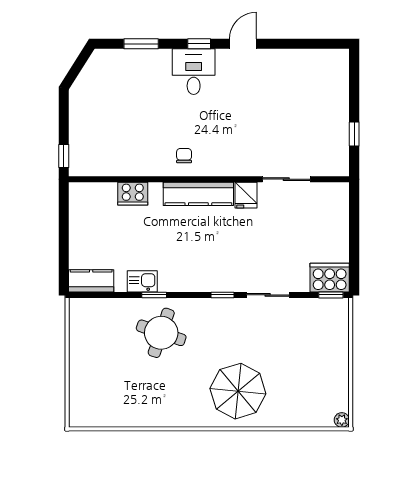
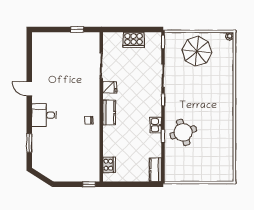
window: (199, 44) -> (29, 112), removed
cooker: (133, 194) -> (109, 165), moved
kitchen counter: (198, 194) -> (109, 113), width x0.67
cooker: (330, 278) -> (134, 40), moved, turned -90
kitchen sink: (142, 281) -> (156, 125), moved
round table: (161, 333) -> (183, 132), turned -37
parasol: (238, 391) -> (197, 51), moved

